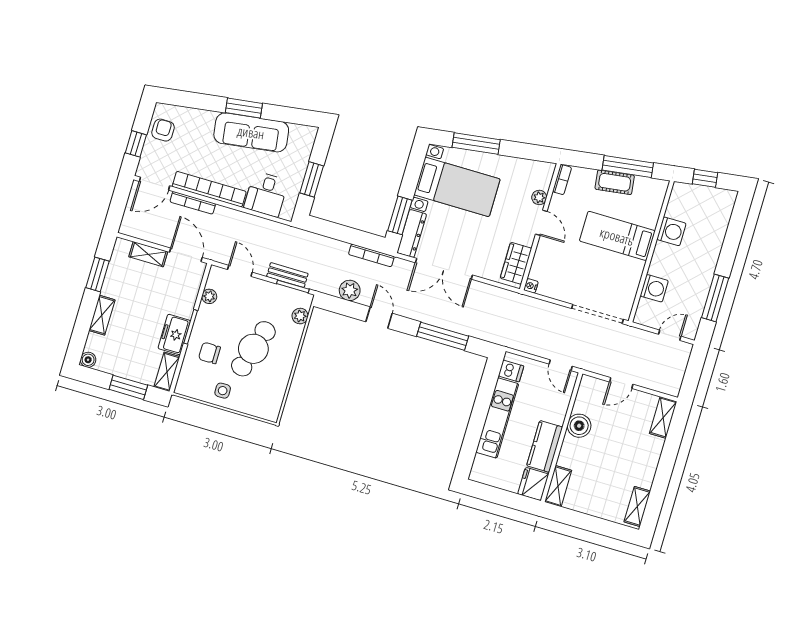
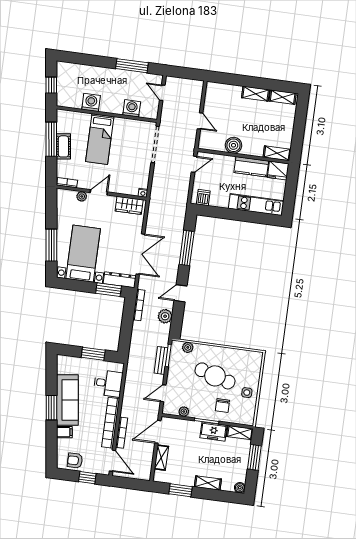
filing cabinet: (206, 121) -> (64, 432), added
shelving: (663, 417) -> (256, 94), moved
kitchen unit: (497, 418) -> (256, 205), moved

